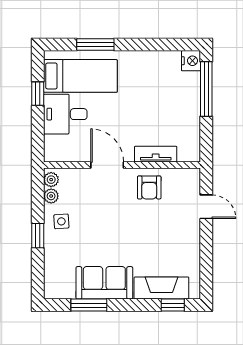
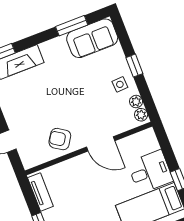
tv unit: (156, 154) -> (40, 192), moved, turned -90
armchair: (149, 187) -> (60, 139), turned -57
sofa: (104, 283) -> (92, 38), moved

